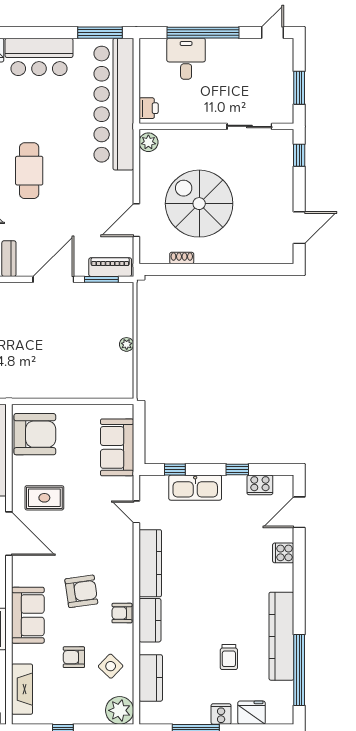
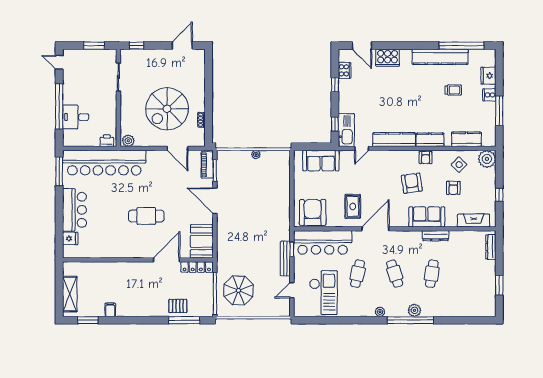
door: (299, 228) -> (182, 46), hinge flipped
kitchen sink: (195, 488) -> (346, 130), moved
cooker: (283, 553) -> (388, 58), width x1.87, depth x1.31

